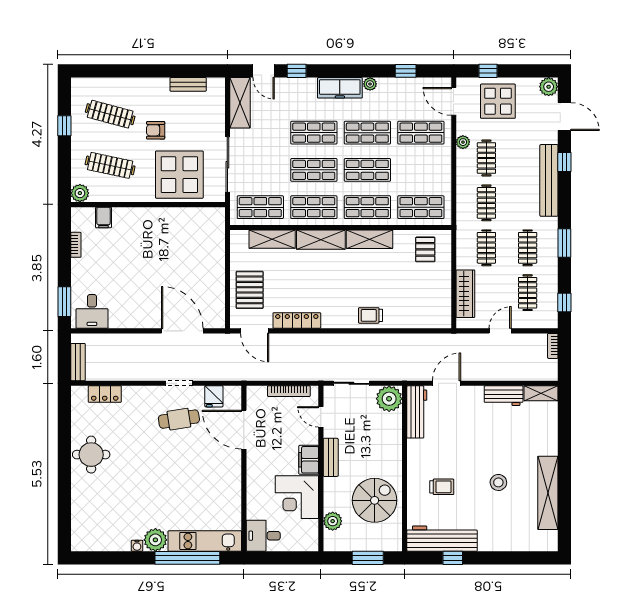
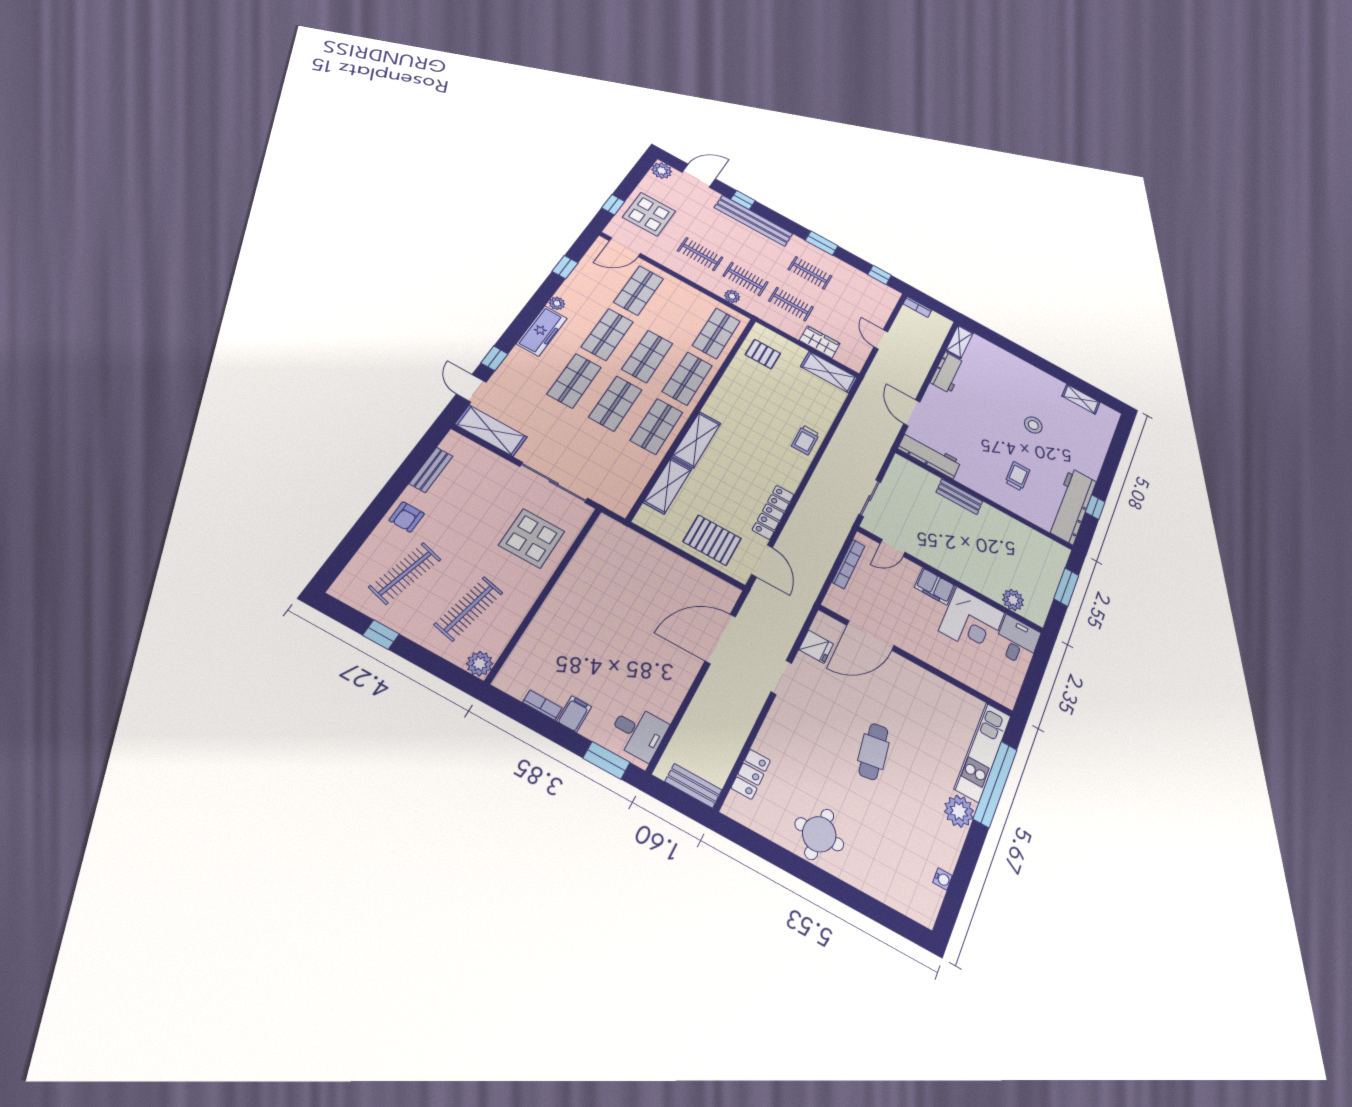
door: (264, 71) -> (471, 388), swing flipped
armchair: (156, 130) -> (407, 517), moved
plant: (463, 142) -> (732, 296), moved
display table: (179, 175) -> (532, 538), width x0.73, depth x0.73
shop shelf: (260, 207) -> (624, 477), removed
filing cabinet: (104, 217) -> (574, 714), moved, turned -90
shelving: (370, 239) -> (829, 372), moved, turned 90
clothes rail: (528, 293) -> (854, 297), removed
wardrobe: (465, 294) -> (820, 342), width x0.67
door: (255, 331) -> (762, 561), hinge flipped
plant: (389, 399) -> (903, 472), removed
cafe table: (179, 419) -> (873, 751), moved
bench: (331, 457) -> (959, 497), moved
shelving: (548, 493) -> (1081, 399), width x0.45, depth x0.75
spiral stairs: (375, 500) -> (1007, 546), removed
desk: (263, 536) -> (1017, 641), moved, turned 180
water cooler: (137, 546) -> (943, 879), moved

